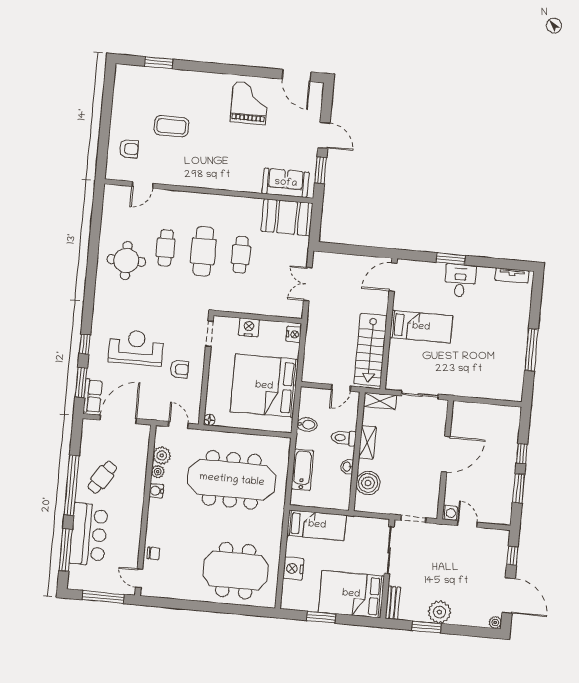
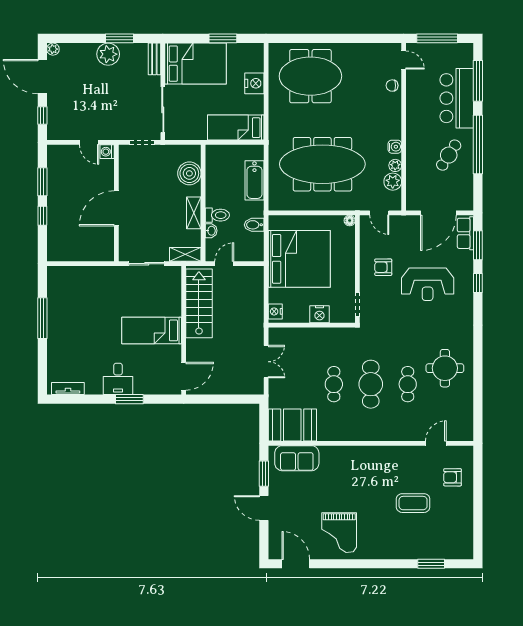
washbasin: (347, 467) -> (211, 231), moved

